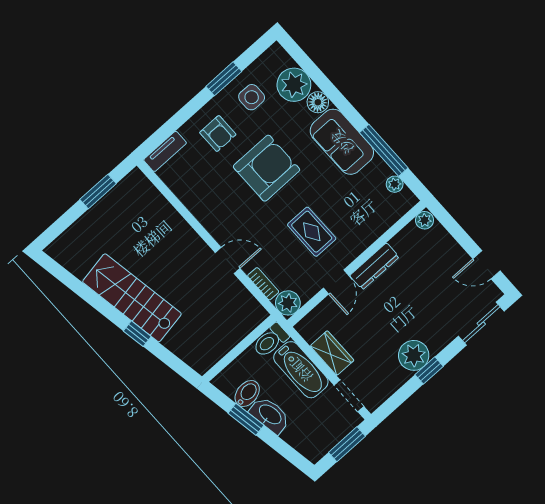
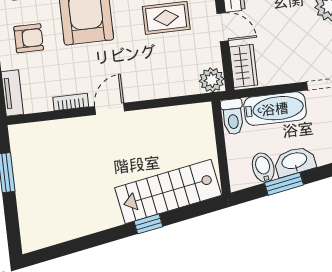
door: (228, 260) -> (110, 109), moved
bookcase: (263, 284) -> (71, 102), moved
stairs: (132, 298) -> (168, 192), moved
wardrobe: (332, 353) -> (243, 66), moved, turned 90

